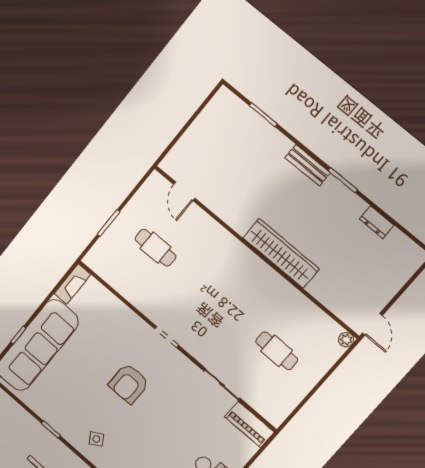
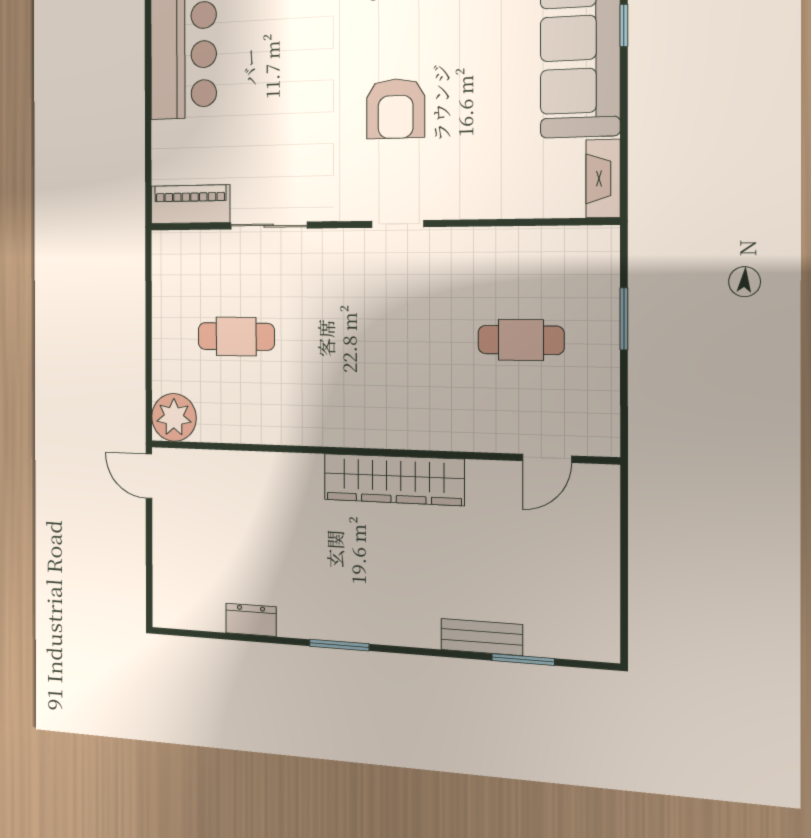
bench: (308, 165) -> (482, 637), moved
door: (184, 191) -> (547, 458), swing flipped
wardrobe: (281, 253) -> (394, 479), moved
plant: (346, 340) -> (174, 417), width x1.87, depth x1.87
armchair: (129, 384) -> (396, 109), turned 180

